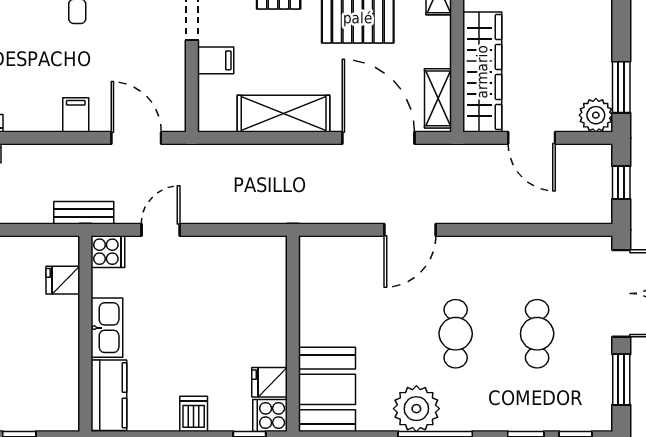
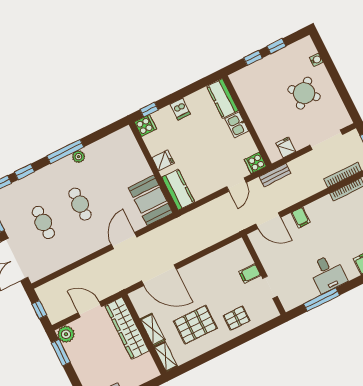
shelving: (438, 98) -> (153, 329), moved
shelving: (284, 114) -> (207, 265), removed
kitchen counter: (269, 273) -> (178, 190), added
fridge: (63, 280) -> (286, 147), moved, turned -90
kitchen sink: (107, 328) -> (237, 125), width x0.73
fridge: (269, 382) -> (163, 160), moved
booth: (327, 389) -> (151, 200), moved
plant: (416, 409) -> (79, 157), width x0.53, depth x0.53

